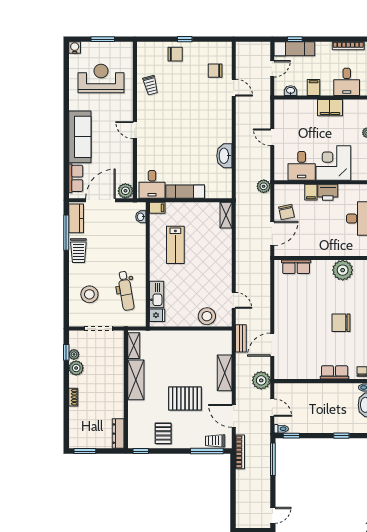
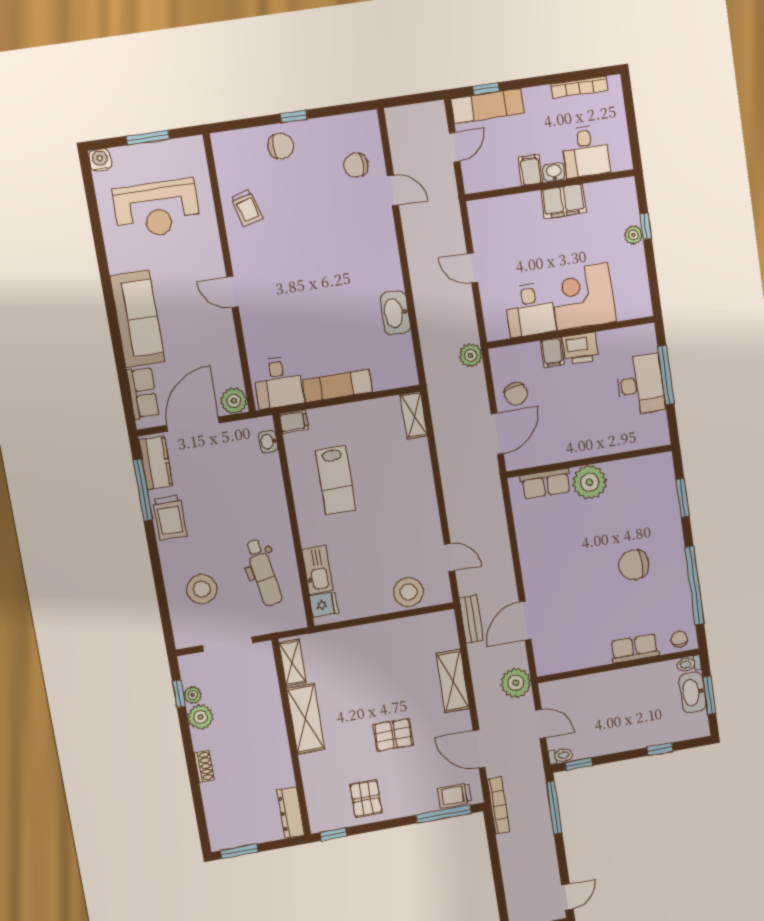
reception desk: (101, 79) -> (157, 209), turned 180
washbasin: (291, 91) -> (554, 172), moved
plant: (343, 270) -> (590, 482), moved
pallet: (185, 398) -> (393, 735), width x0.67, depth x0.71

